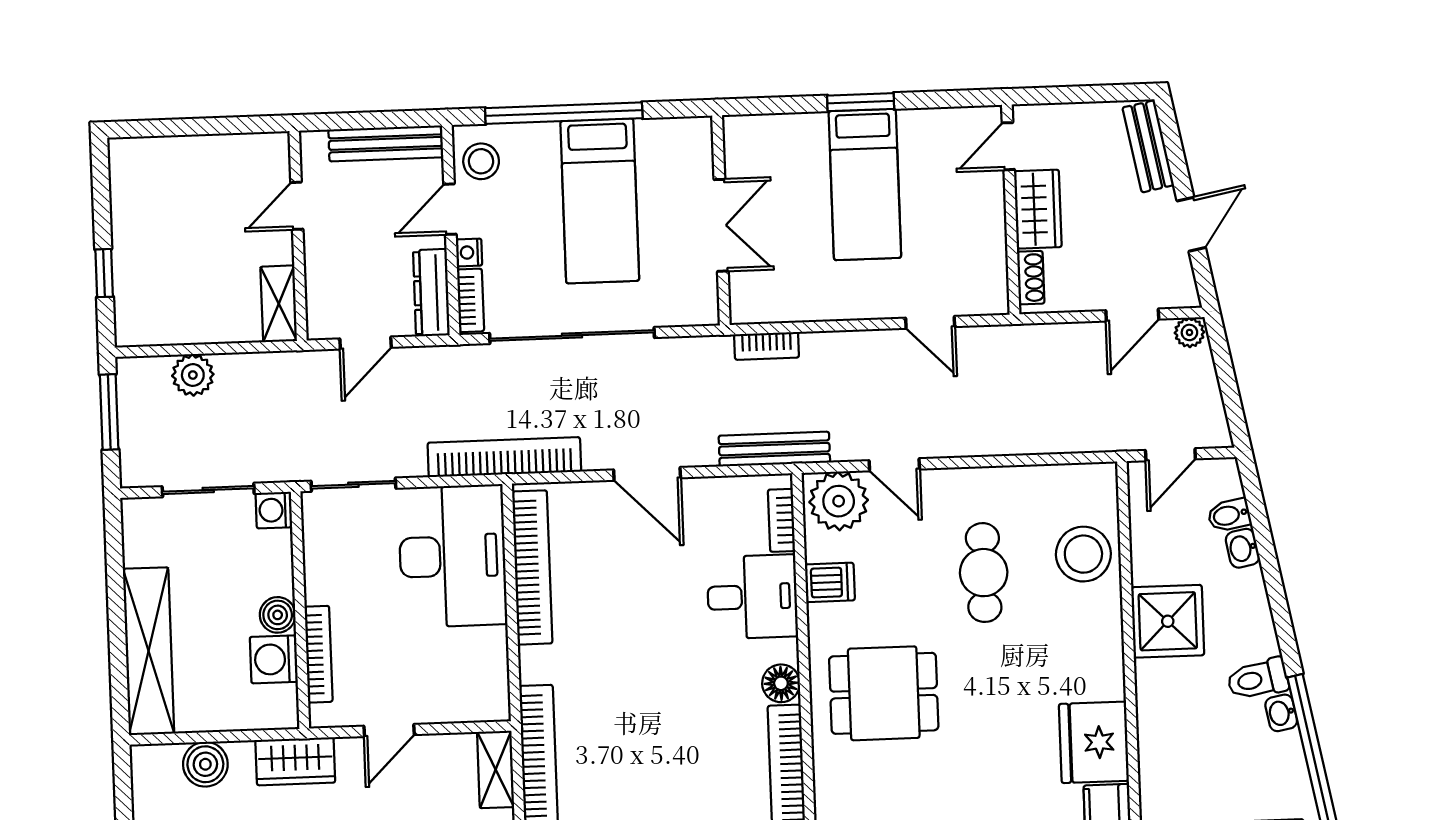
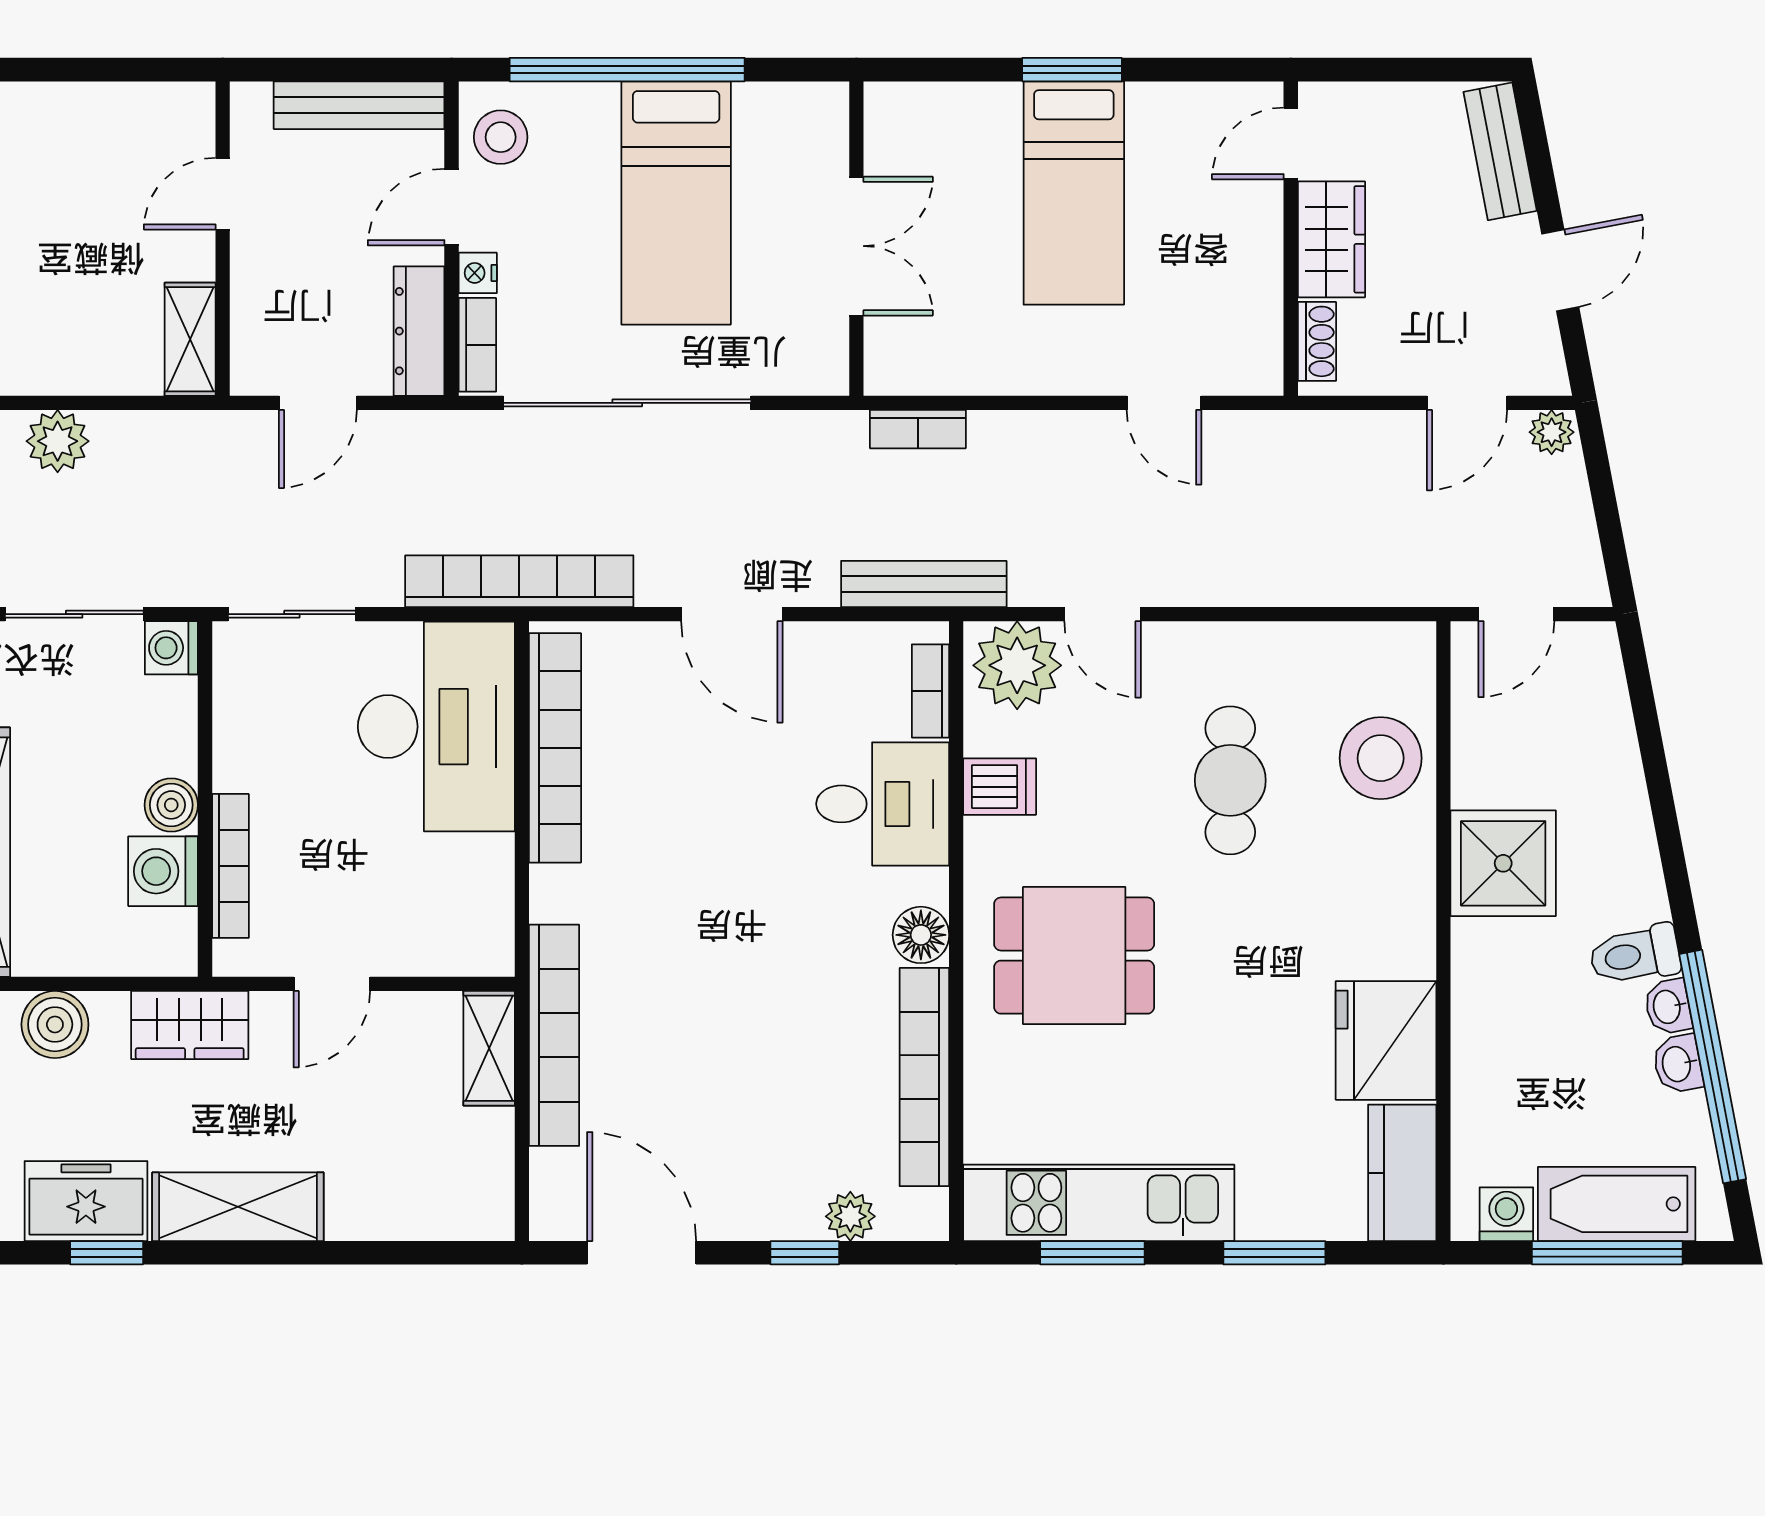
bidet: (1229, 515) -> (1601, 708), removed
washbasin: (1243, 548) -> (1678, 1064), moved

